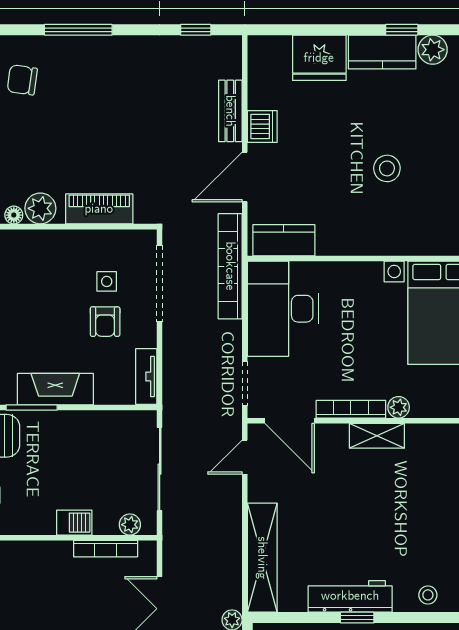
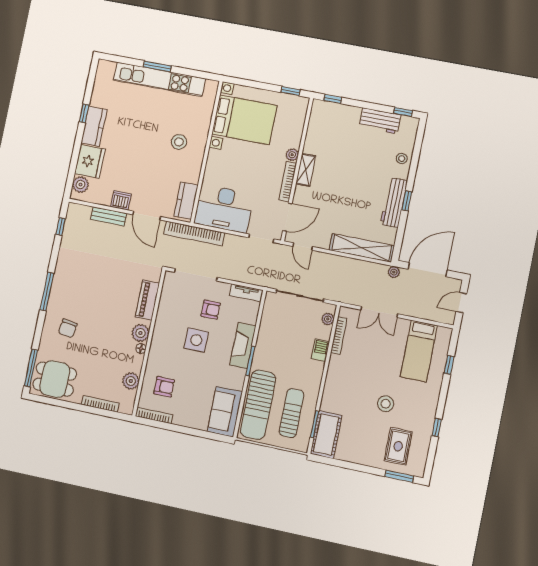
plant: (433, 50) -> (81, 185), moved
stool: (387, 168) -> (179, 142), moved
side table: (107, 281) -> (196, 340), moved, width x1.87, depth x1.87

